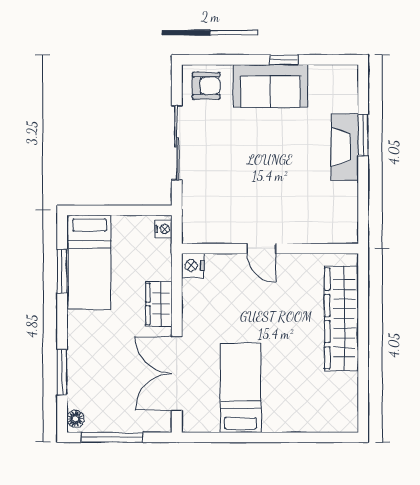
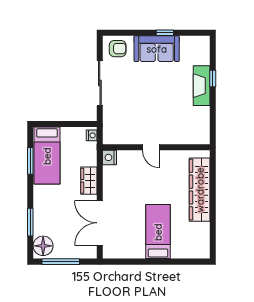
window: (363, 135) -> (213, 79), width x0.67
bed: (241, 388) -> (158, 232), moved
floor lamp: (75, 419) -> (43, 246), width x1.89, depth x1.89

